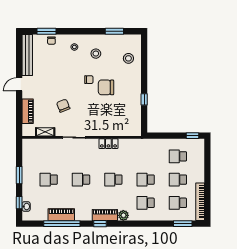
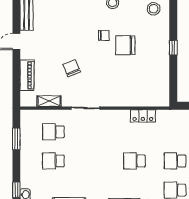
window: (144, 99) -> (173, 48), moved
locker: (108, 144) -> (143, 116), moved
window: (19, 175) -> (16, 139), moved
school desk: (81, 180) -> (53, 132), moved

